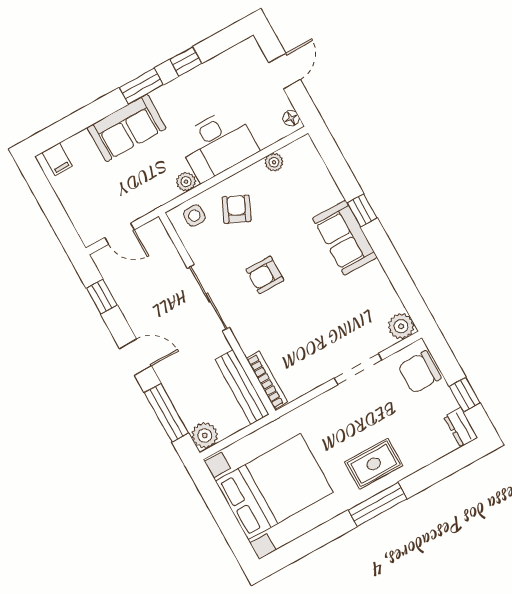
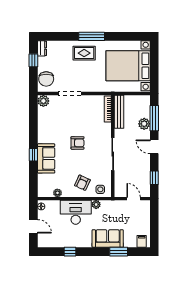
door: (285, 71) -> (33, 226), swing flipped
window: (141, 86) -> (119, 252), moved
sofa: (345, 238) -> (46, 158), moved
armchair: (265, 275) -> (77, 143), moved
chair: (420, 372) -> (46, 79), turned 90
plant: (205, 435) -> (144, 124), moved

